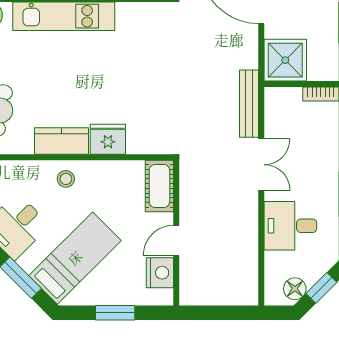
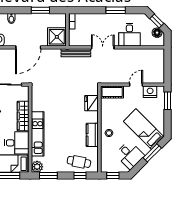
fridge: (108, 139) -> (92, 103), moved
door: (176, 240) -> (136, 85), swing flipped
window: (115, 313) -> (168, 101), moved

